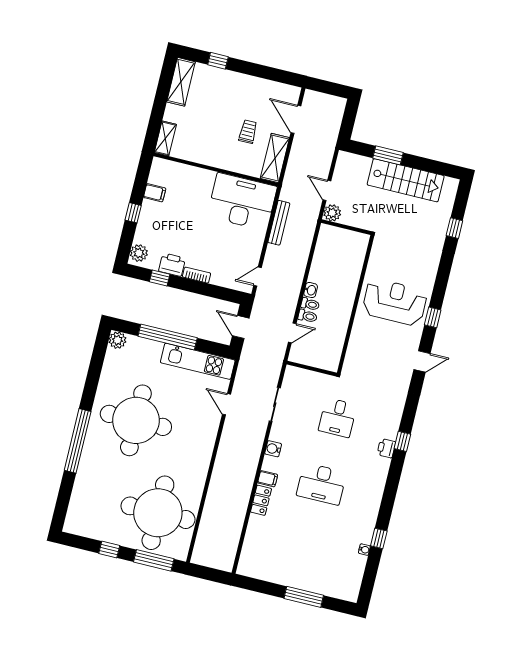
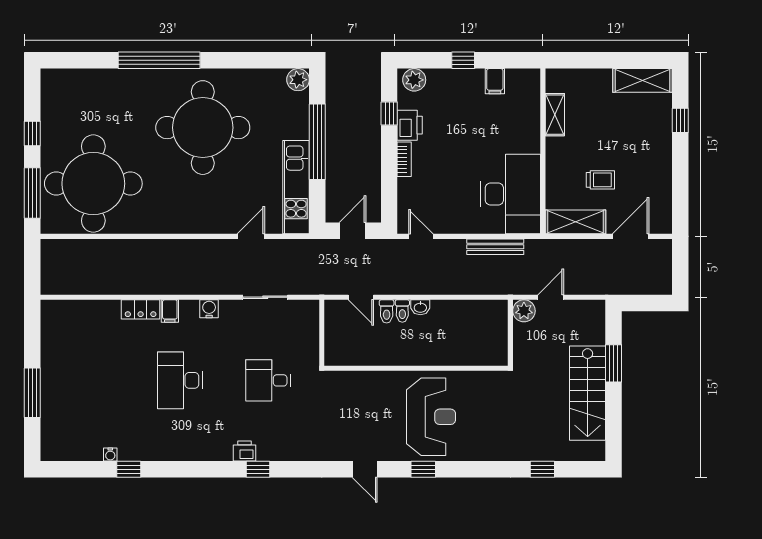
shelving: (165, 138) -> (555, 115), moved, turned 90

